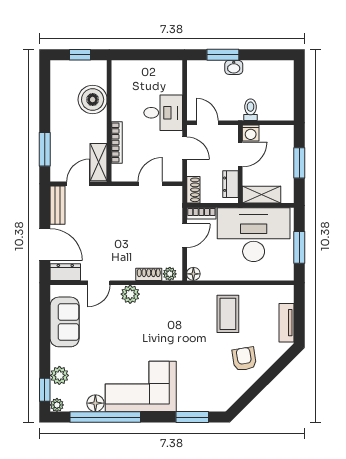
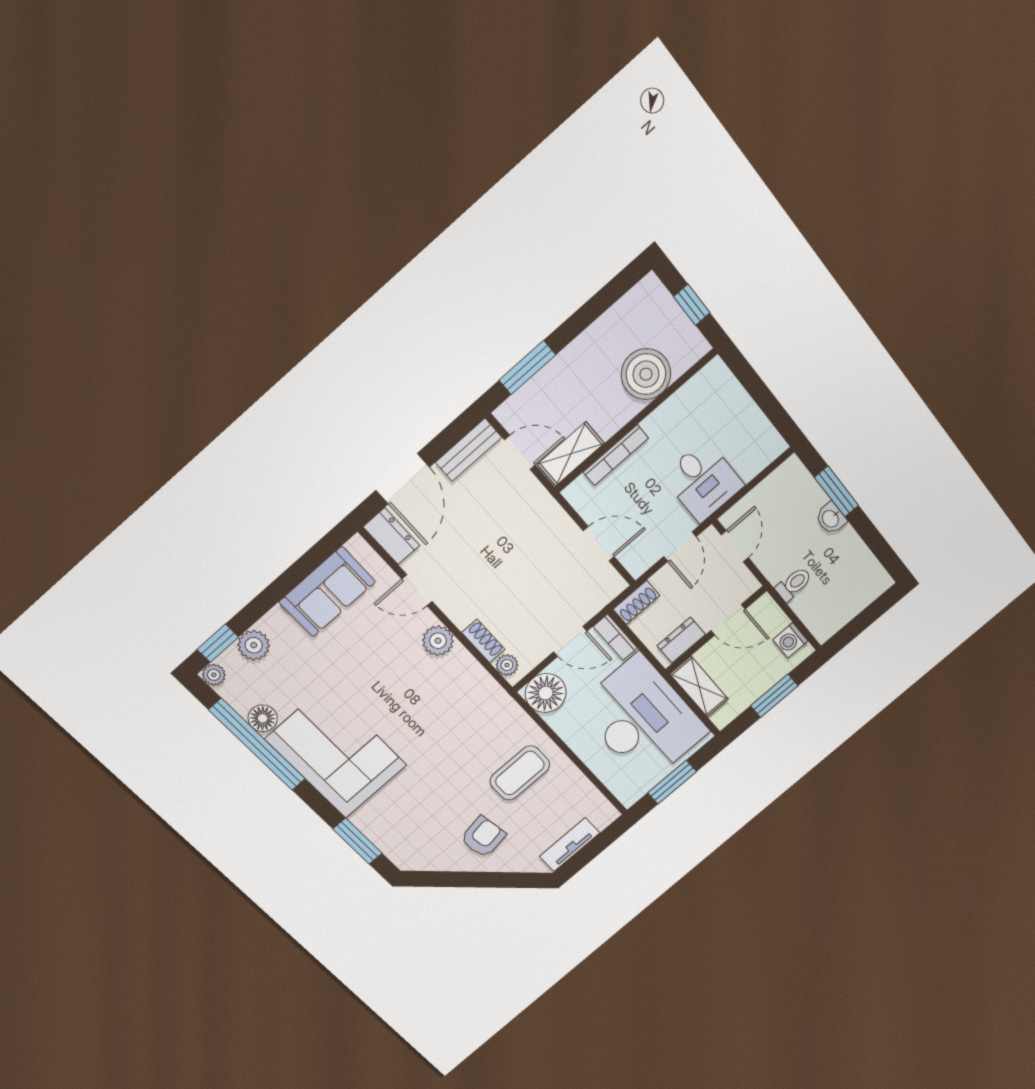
washing machine: (251, 133) -> (790, 640), moved
floor lamp: (193, 274) -> (546, 693), width x1.89, depth x1.89

